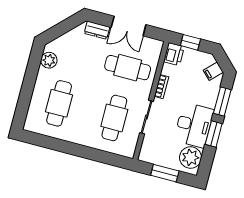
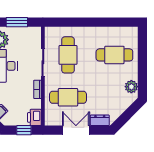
cafe table: (59, 103) -> (114, 55), turned 90

